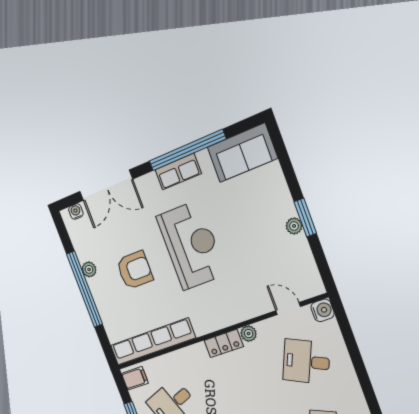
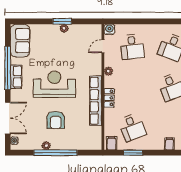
armchair: (135, 270) -> (56, 120), turned 180
row of seats: (153, 342) -> (96, 101), moved
locker: (224, 343) -> (109, 98), moved
desk: (306, 362) -> (132, 47), turned -30

